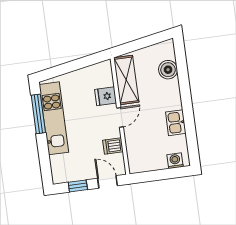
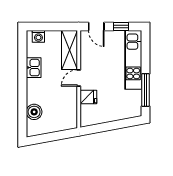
shelving: (126, 80) -> (70, 50), moved
kitchen unit: (54, 118) -> (133, 60), moved
dishwasher: (113, 146) -> (88, 55), removed

